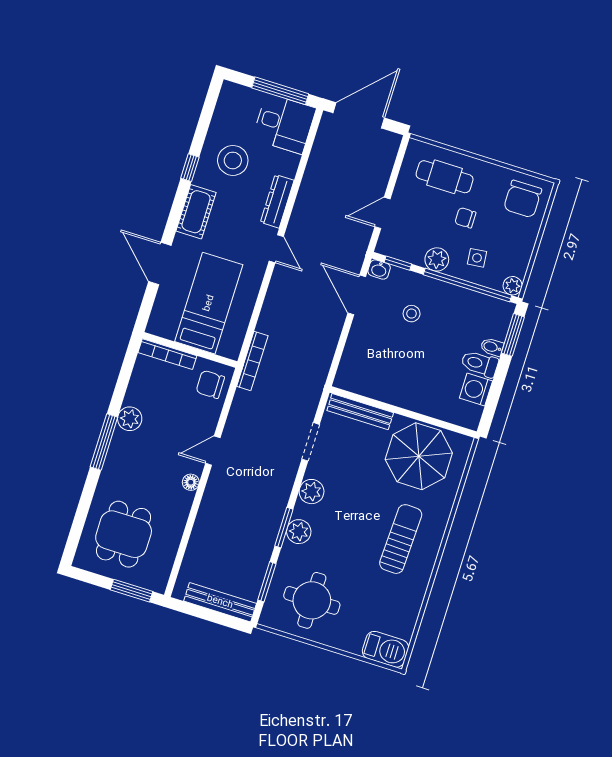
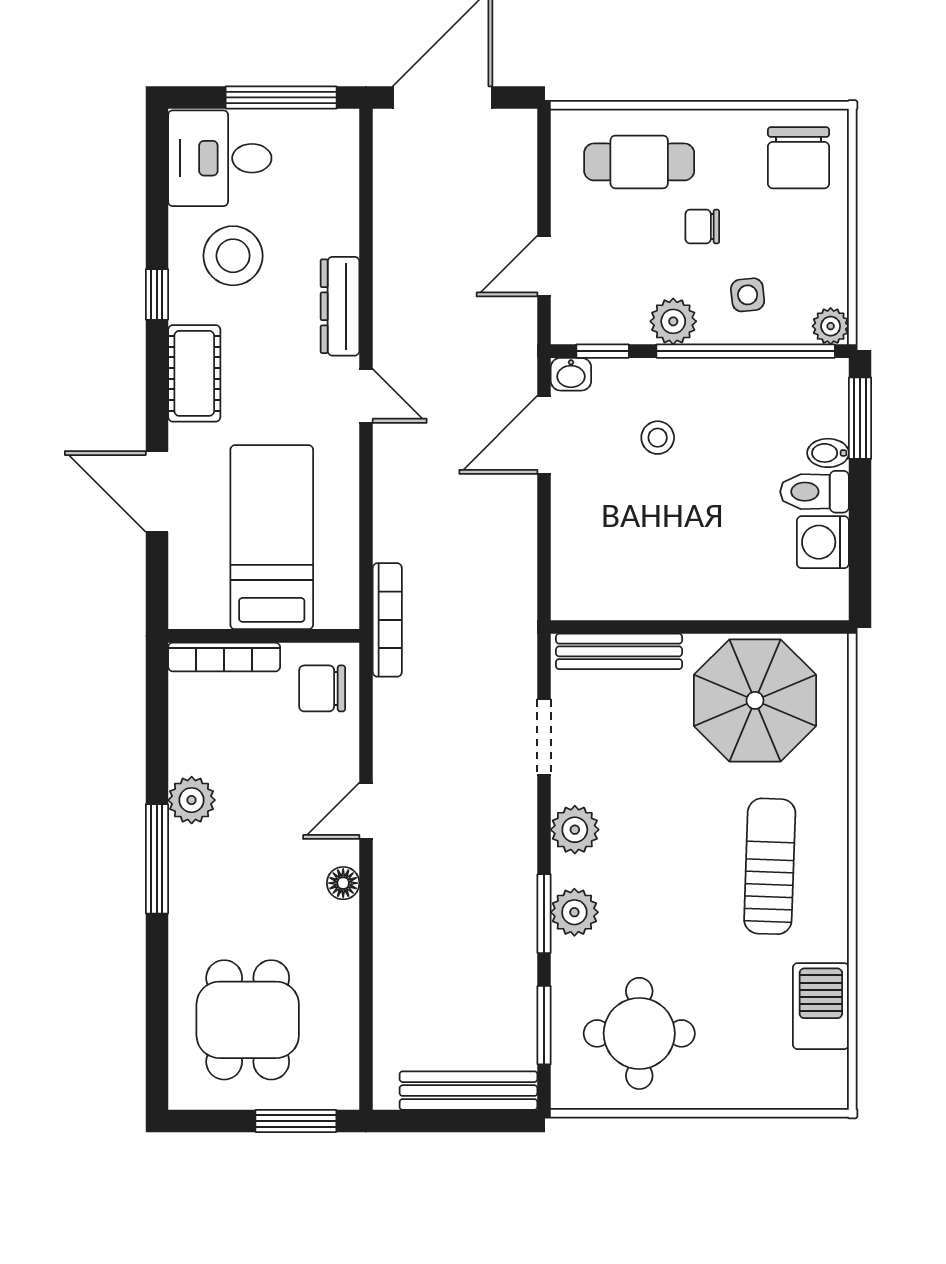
desk: (284, 124) -> (220, 158), moved, turned 180
door: (357, 295) -> (544, 435), hinge flipped
barbecue: (385, 649) -> (821, 1006), moved, turned -90

